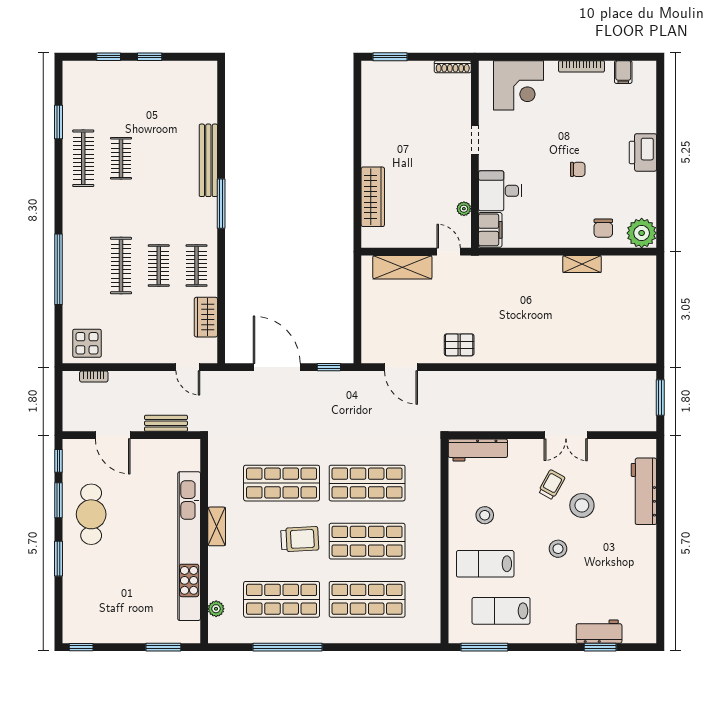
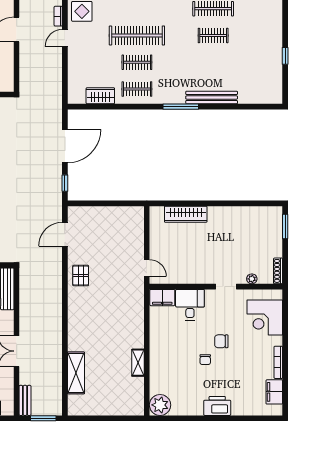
window: (109, 57) -> (285, 27), removed
filing cabinet: (623, 72) -> (274, 392), width x2.00
plant: (464, 209) -> (252, 279), moved
chair: (603, 228) -> (221, 341), moved
door: (449, 252) -> (147, 268), hinge flipped
clothes rail: (121, 266) -> (137, 35), width x1.37, depth x1.31
shelving: (402, 267) -> (76, 373), moved
door: (188, 367) -> (65, 38), moved
bench: (166, 423) -> (25, 400), moved

